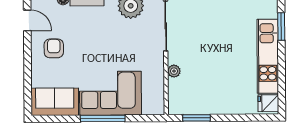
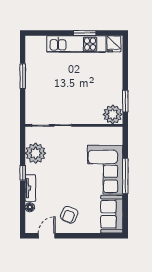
window: (281, 26) -> (85, 33), moved
armchair: (54, 48) -> (69, 215), turned -67
plant: (174, 71) -> (113, 114), moved, width x1.87, depth x1.87

